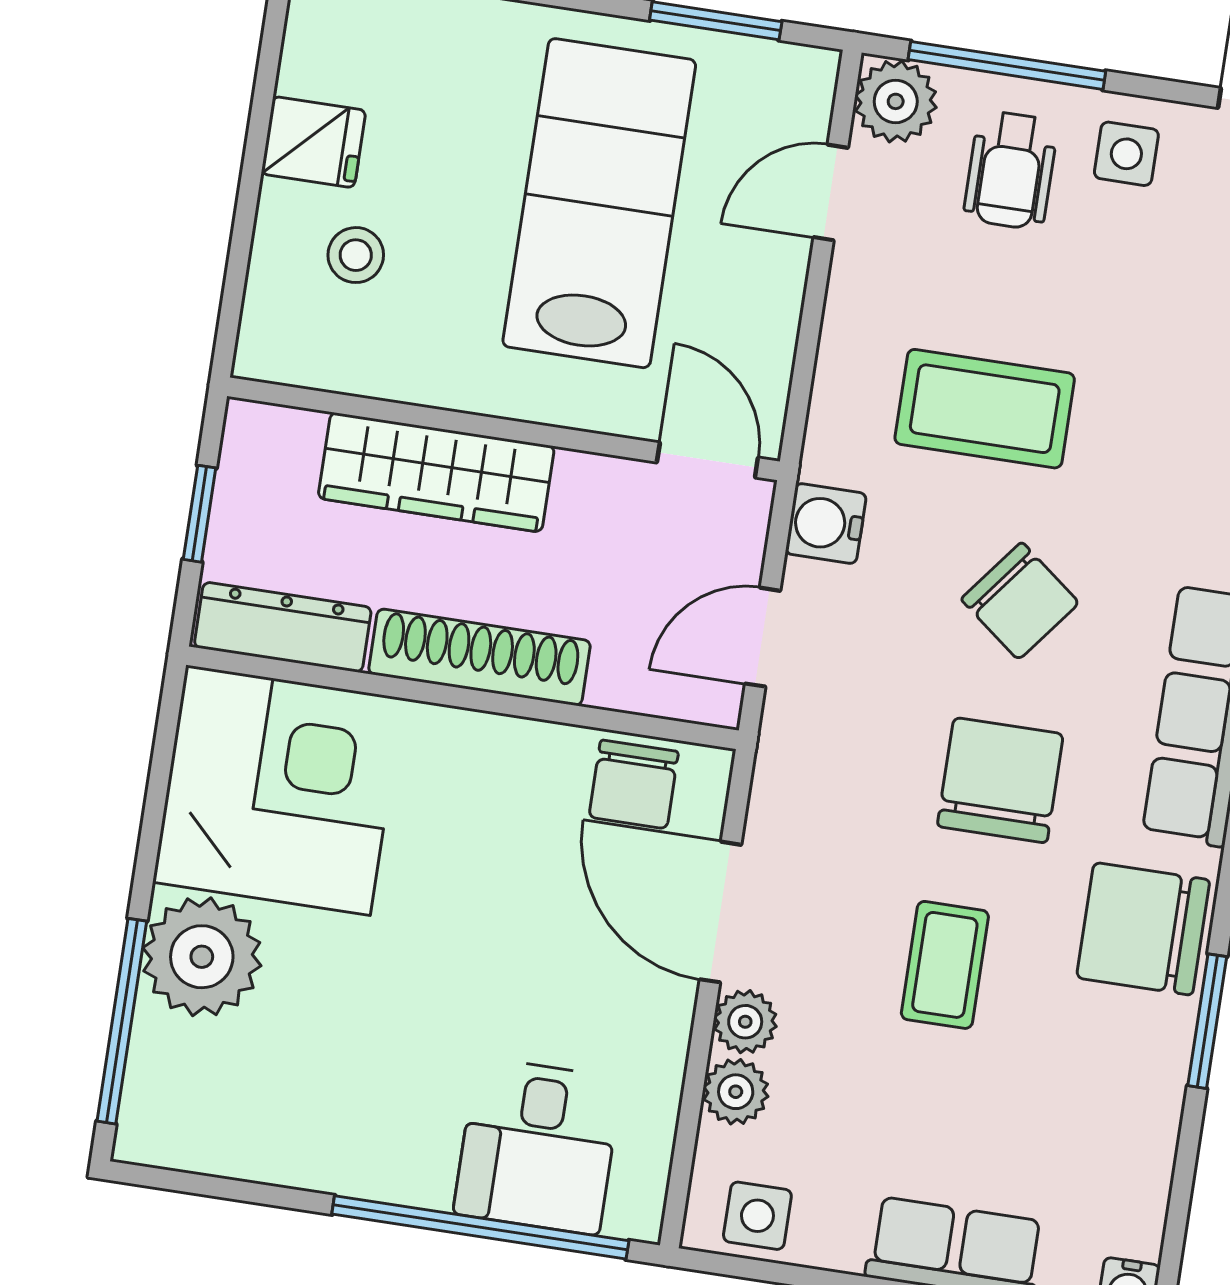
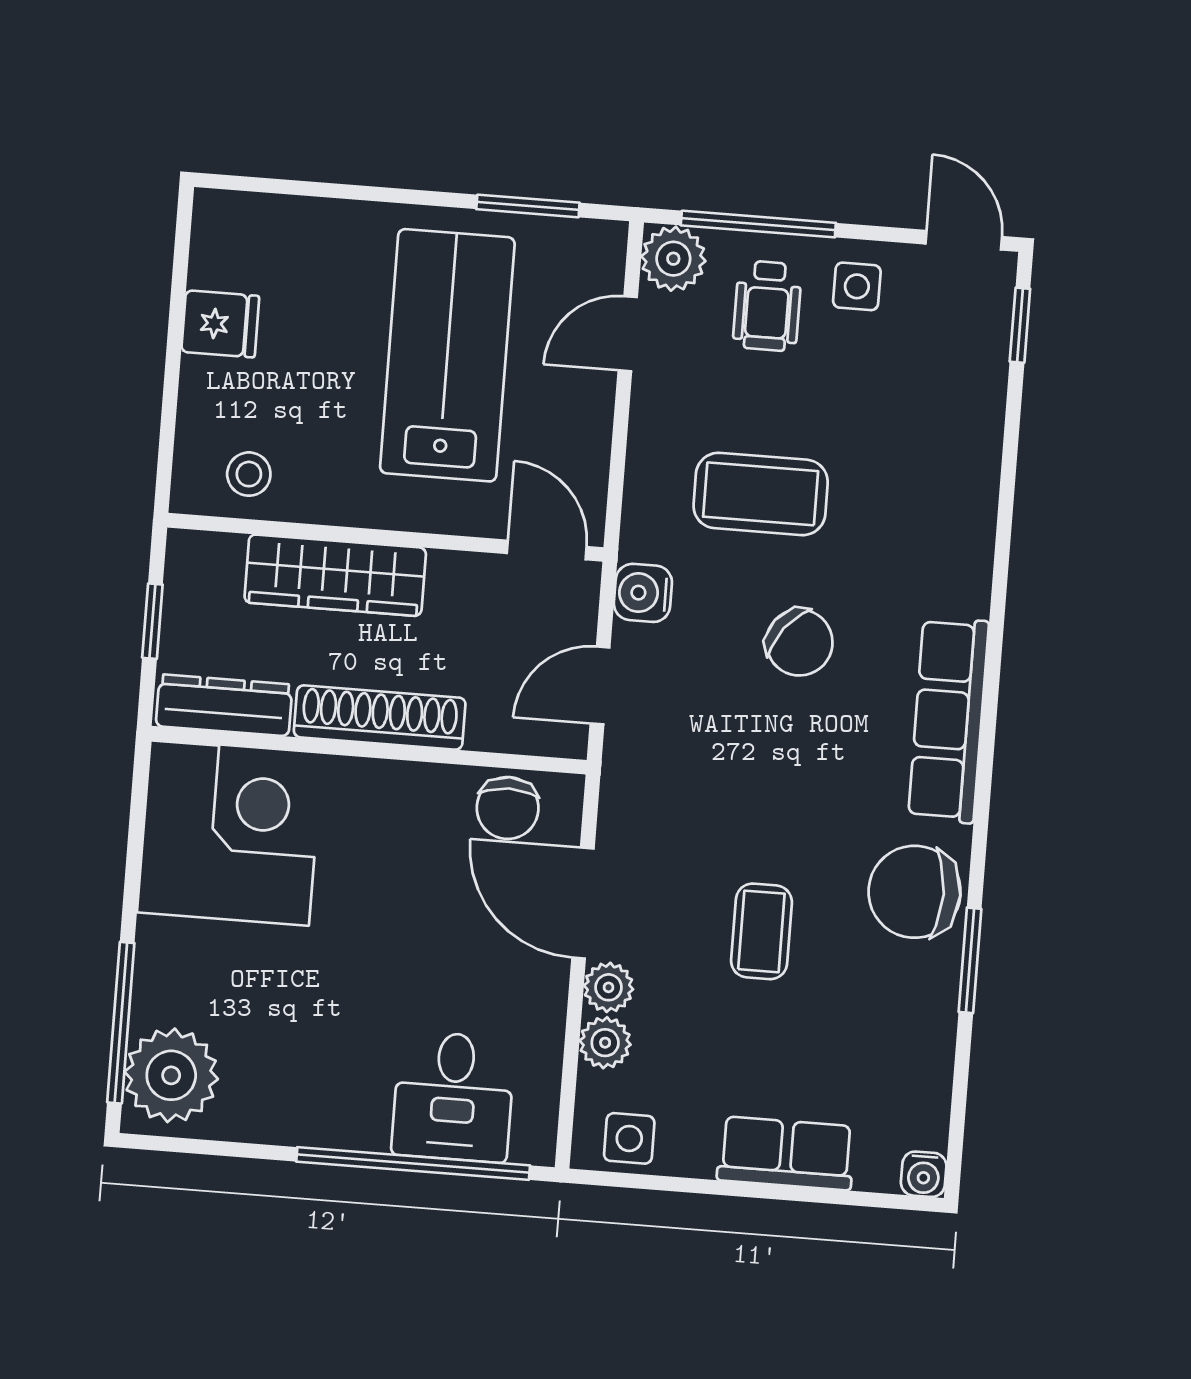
stool: (356, 255) -> (249, 474), moved
chair: (1000, 780) -> (794, 784), removed
plant: (202, 957) -> (171, 1075), moved

